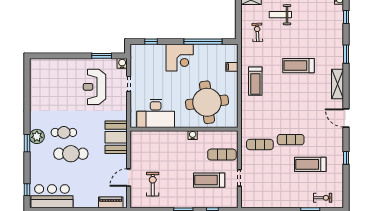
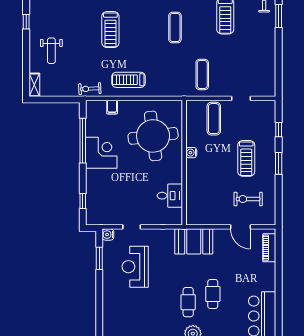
exercise bike: (257, 32) -> (90, 89), moved
corner desk: (180, 58) -> (101, 153), moved
treadmill: (255, 81) -> (128, 80), turned 180
reception desk: (94, 87) -> (135, 267), turned 90
desk: (156, 113) -> (170, 196), width x0.53, depth x0.77
exercise mat: (291, 140) -> (175, 28), moved
cafe table: (71, 154) -> (213, 294), width x0.73, depth x0.74
treadmill: (209, 180) -> (246, 158), moved

